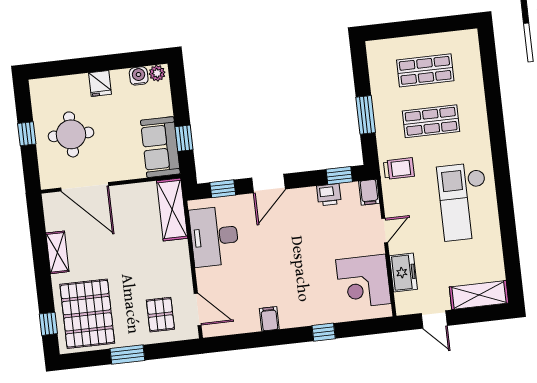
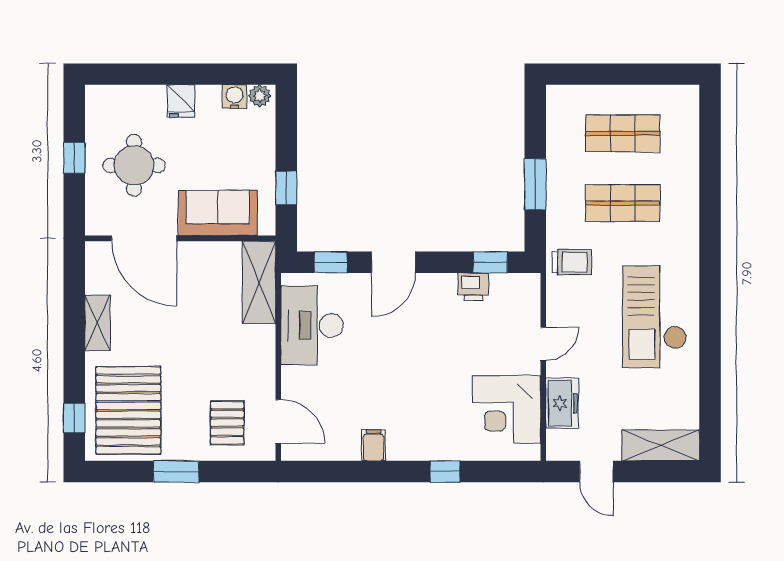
sofa: (160, 147) -> (218, 213), moved, turned 90
filing cabinet: (369, 192) -> (528, 289), removed

